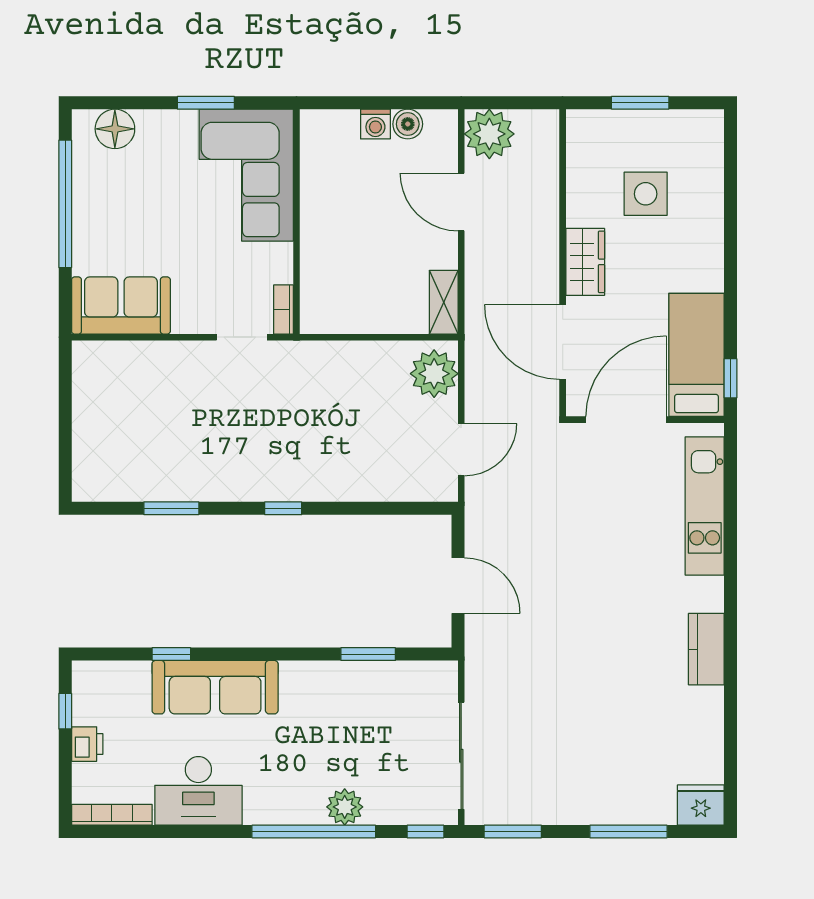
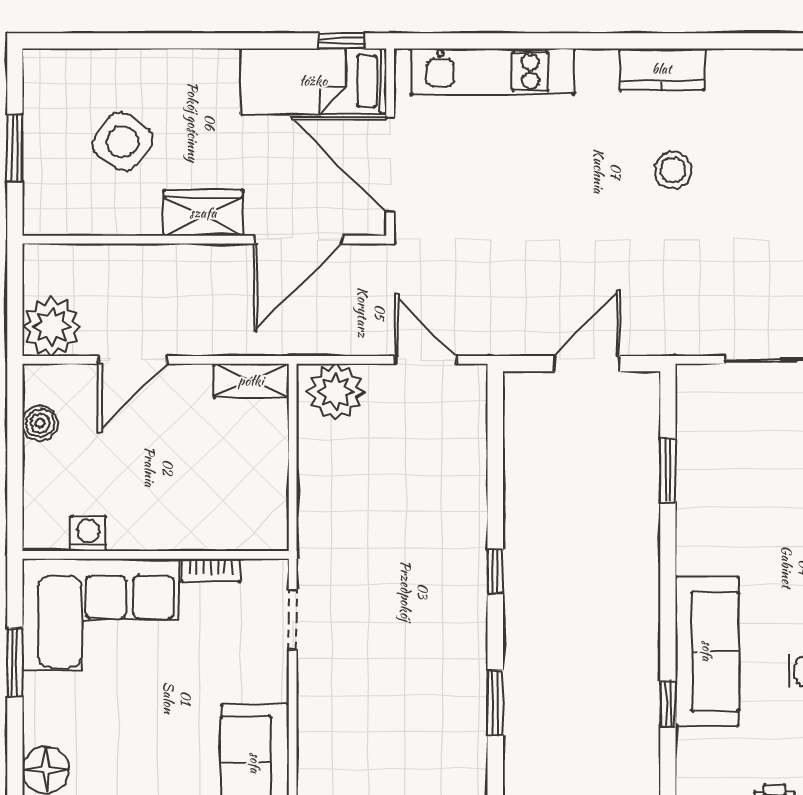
washing machine: (375, 124) -> (88, 534), moved, turned -90
side table: (646, 194) -> (123, 141), turned 38
bookcase: (283, 309) -> (211, 570), moved
stool: (621, 658) -> (673, 170), added

